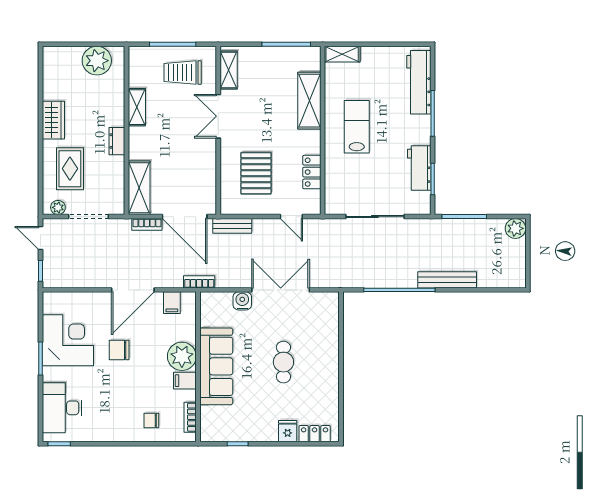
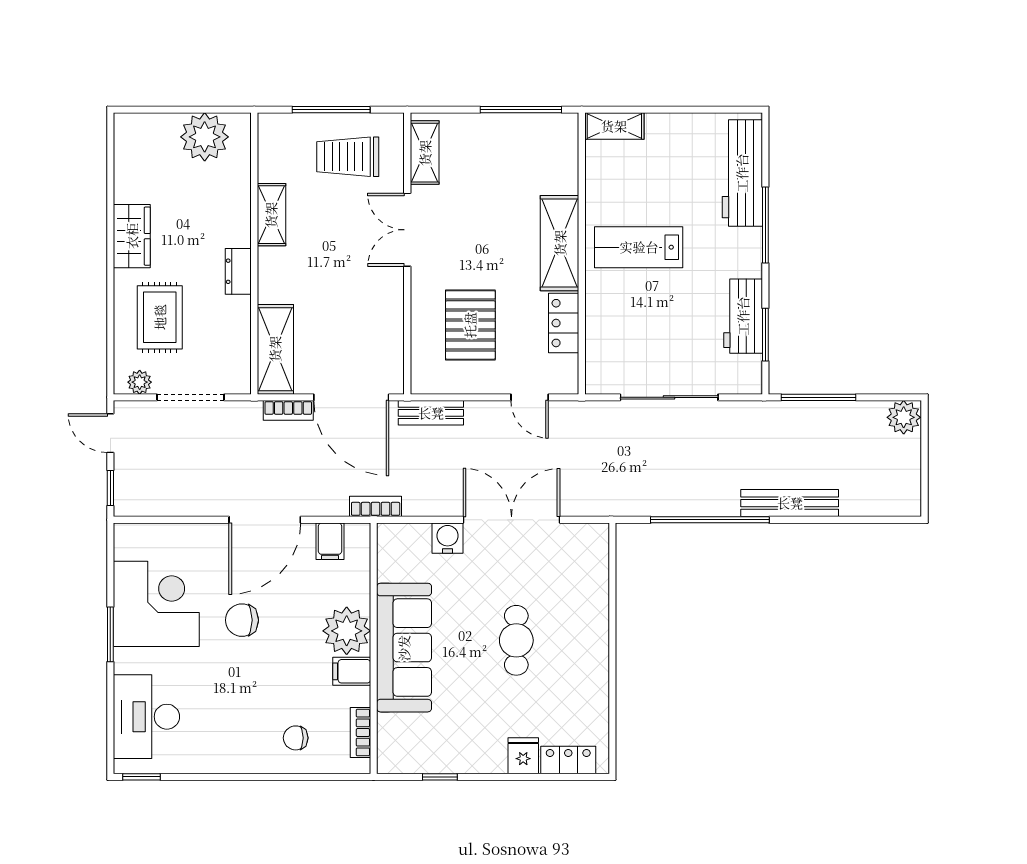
shelving: (309, 101) -> (560, 243), moved
lab bench: (357, 127) -> (639, 247), turned -90

